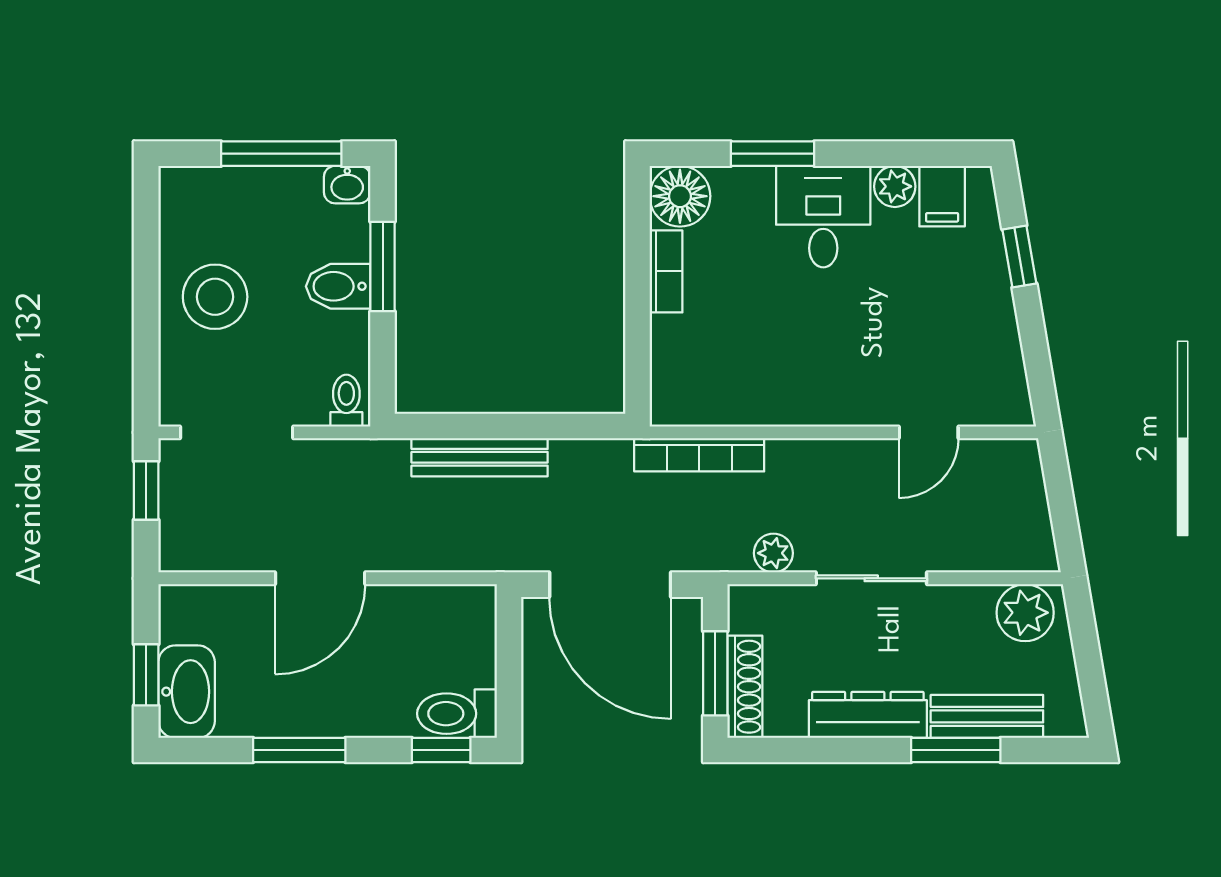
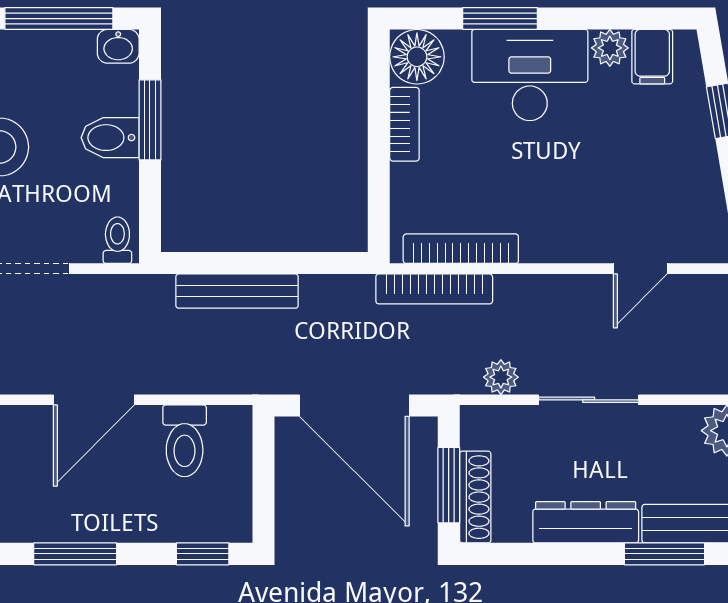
desk: (823, 217) -> (530, 75), width x1.37
bookcase: (729, 410) -> (461, 249), added
toilet: (457, 714) -> (185, 441), moved, turned -90

